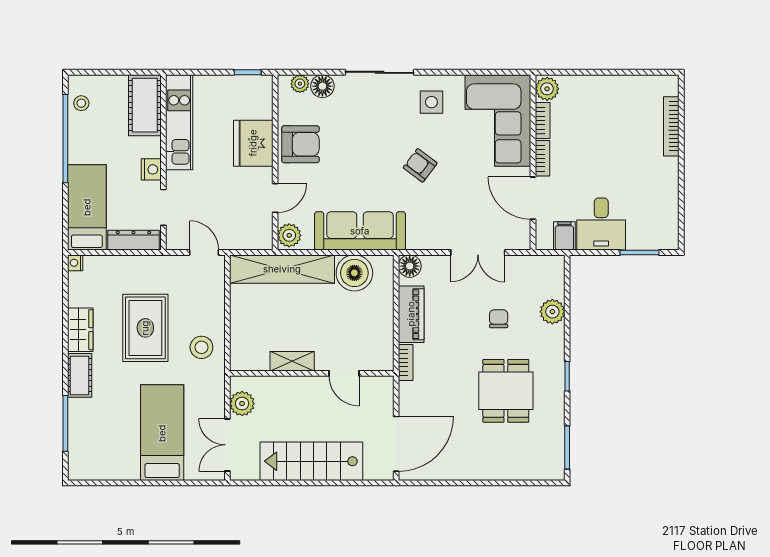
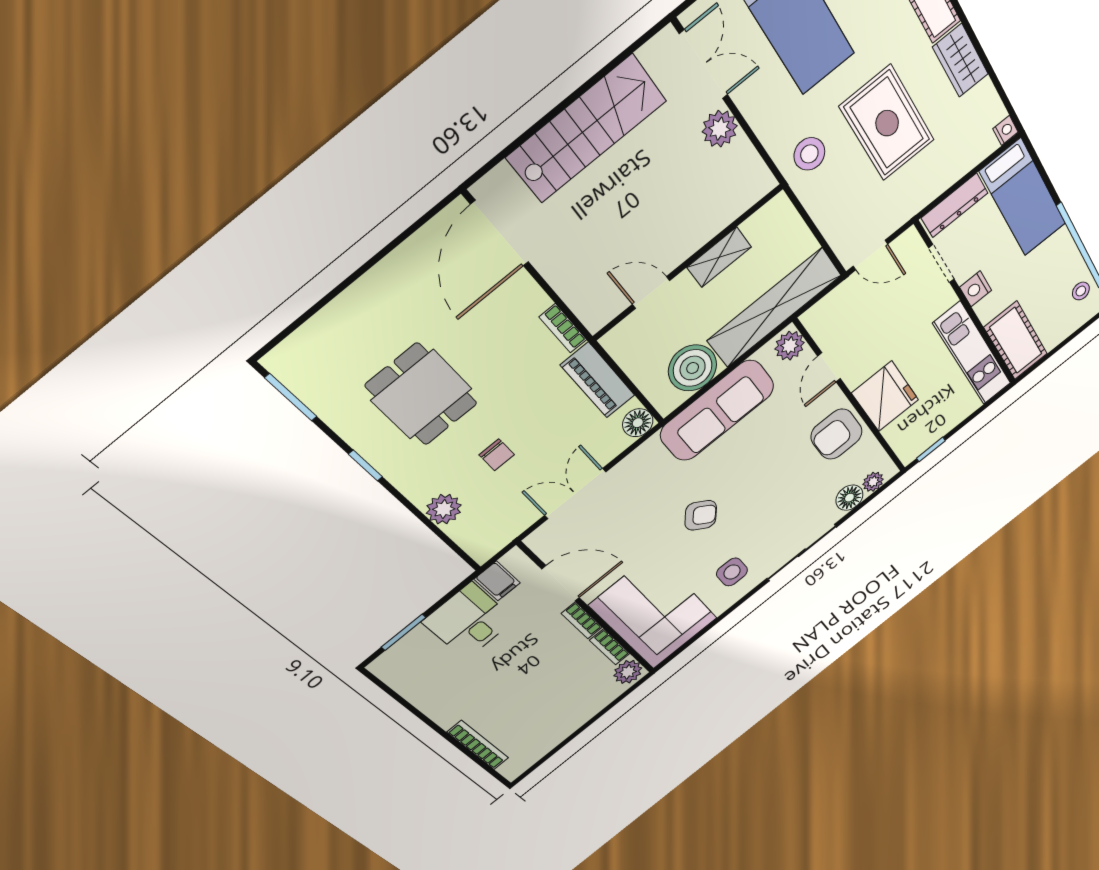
shelving: (292, 361) -> (719, 257), moved
wall: (312, 373) -> (688, 263), moved
door: (344, 373) -> (651, 292), moved

